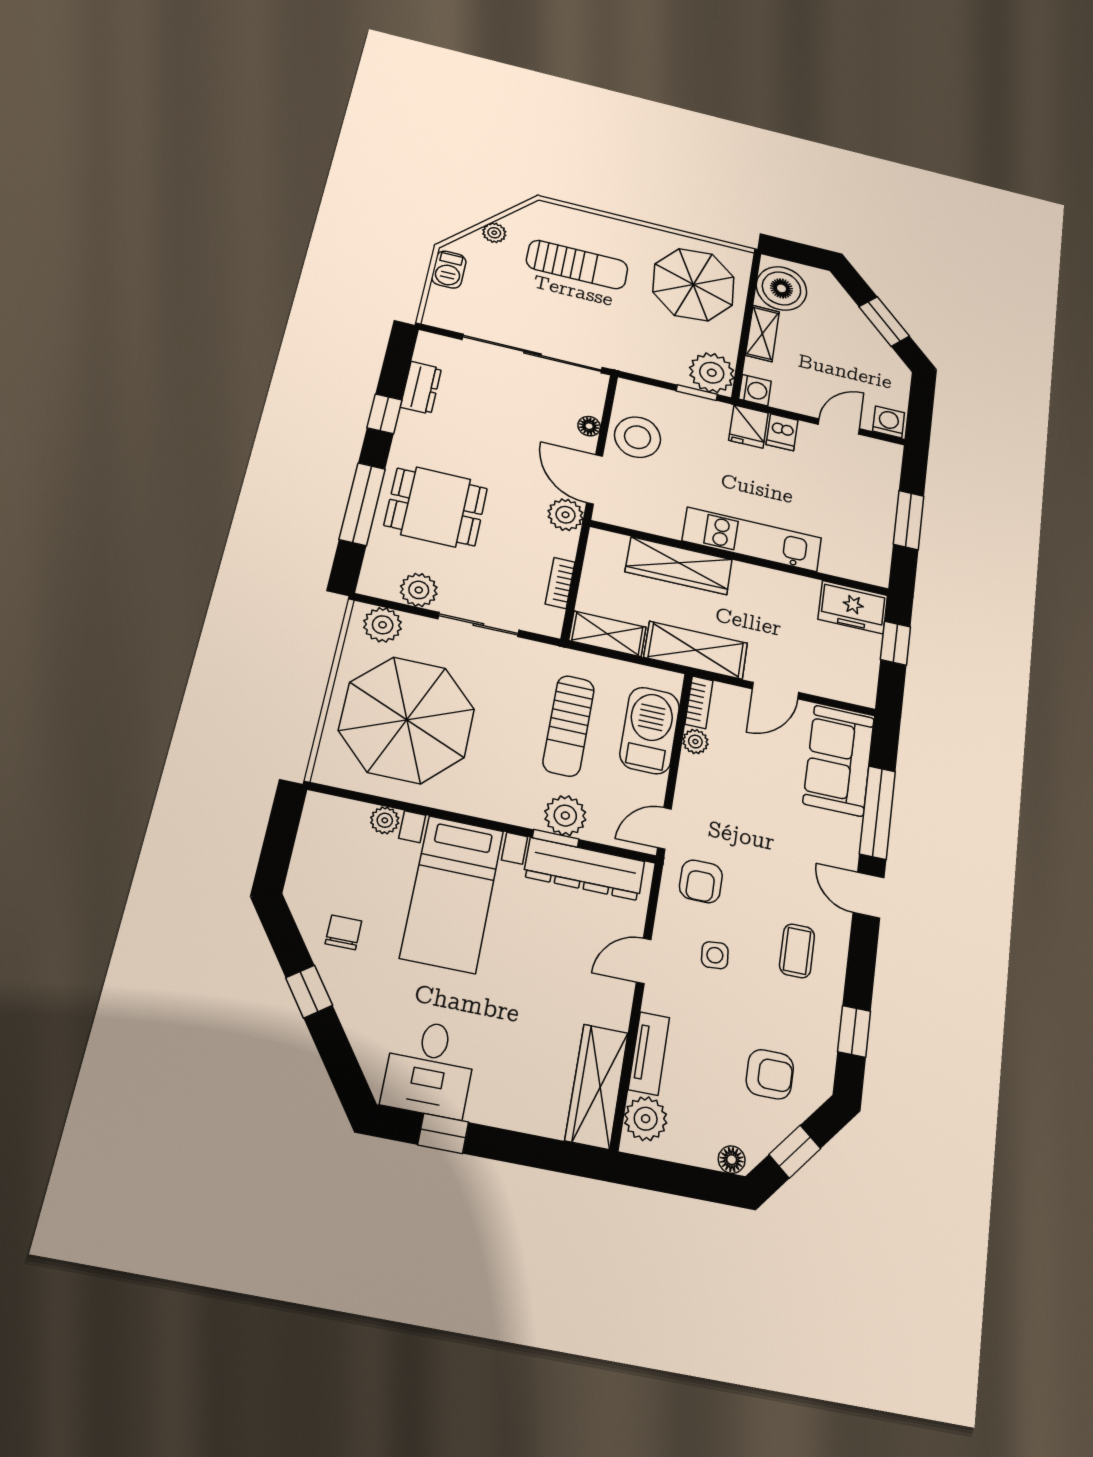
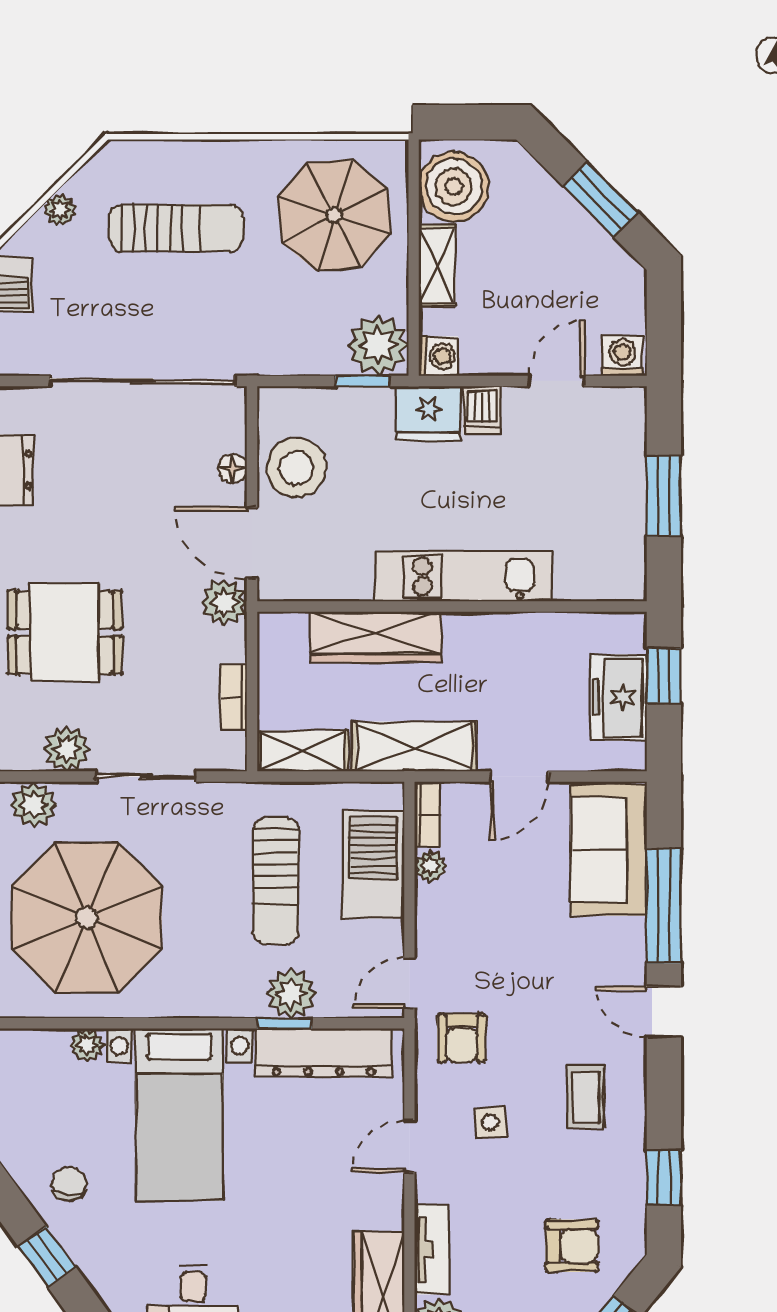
fridge: (748, 427) -> (428, 414), width x1.38
freezer: (853, 607) -> (619, 697), moved, turned 90

